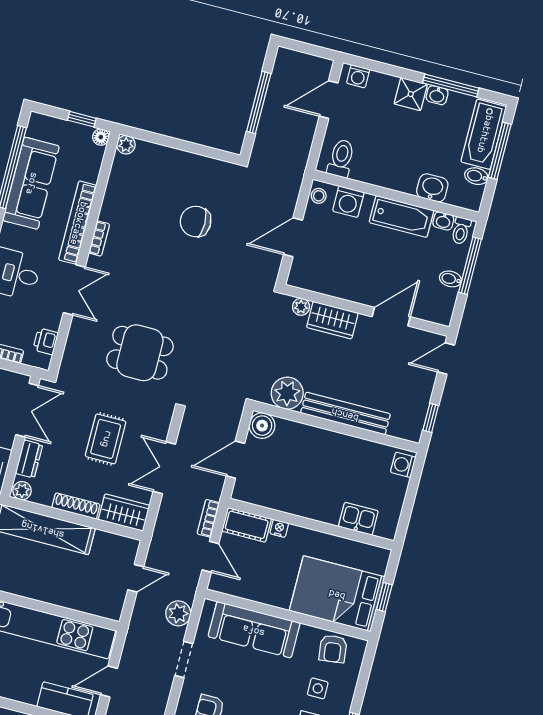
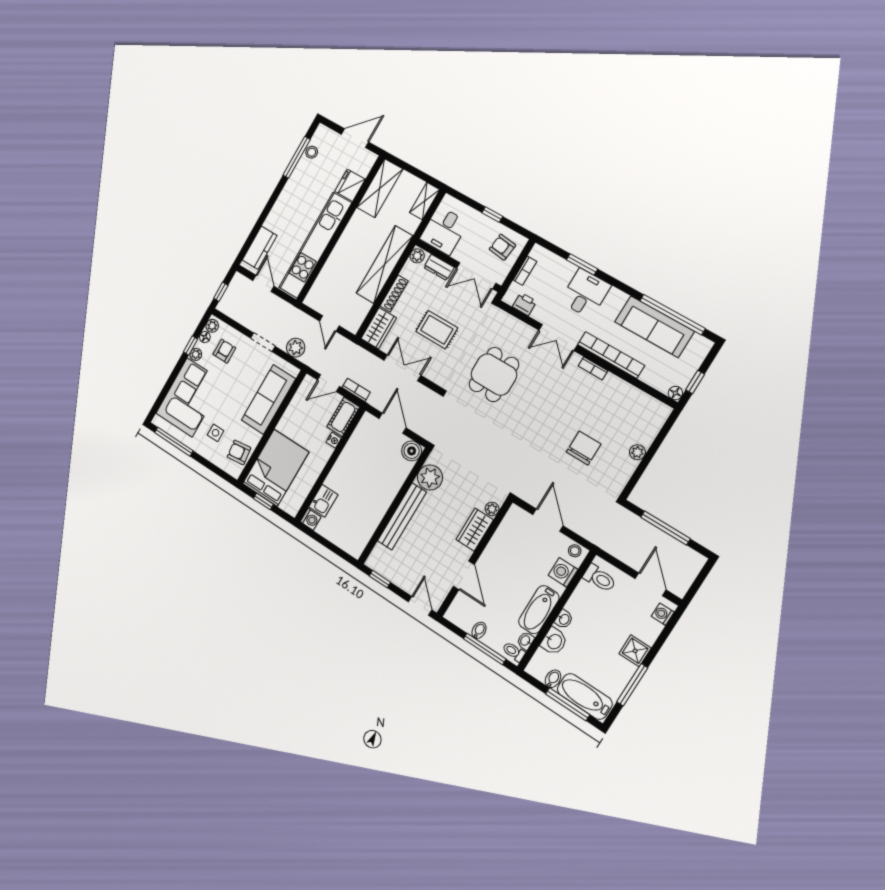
washbasin: (437, 95) -> (564, 619), moved, turned 180
plant: (126, 145) -> (637, 452), moved
washing machine: (403, 465) -> (311, 519), moved, turned 90

